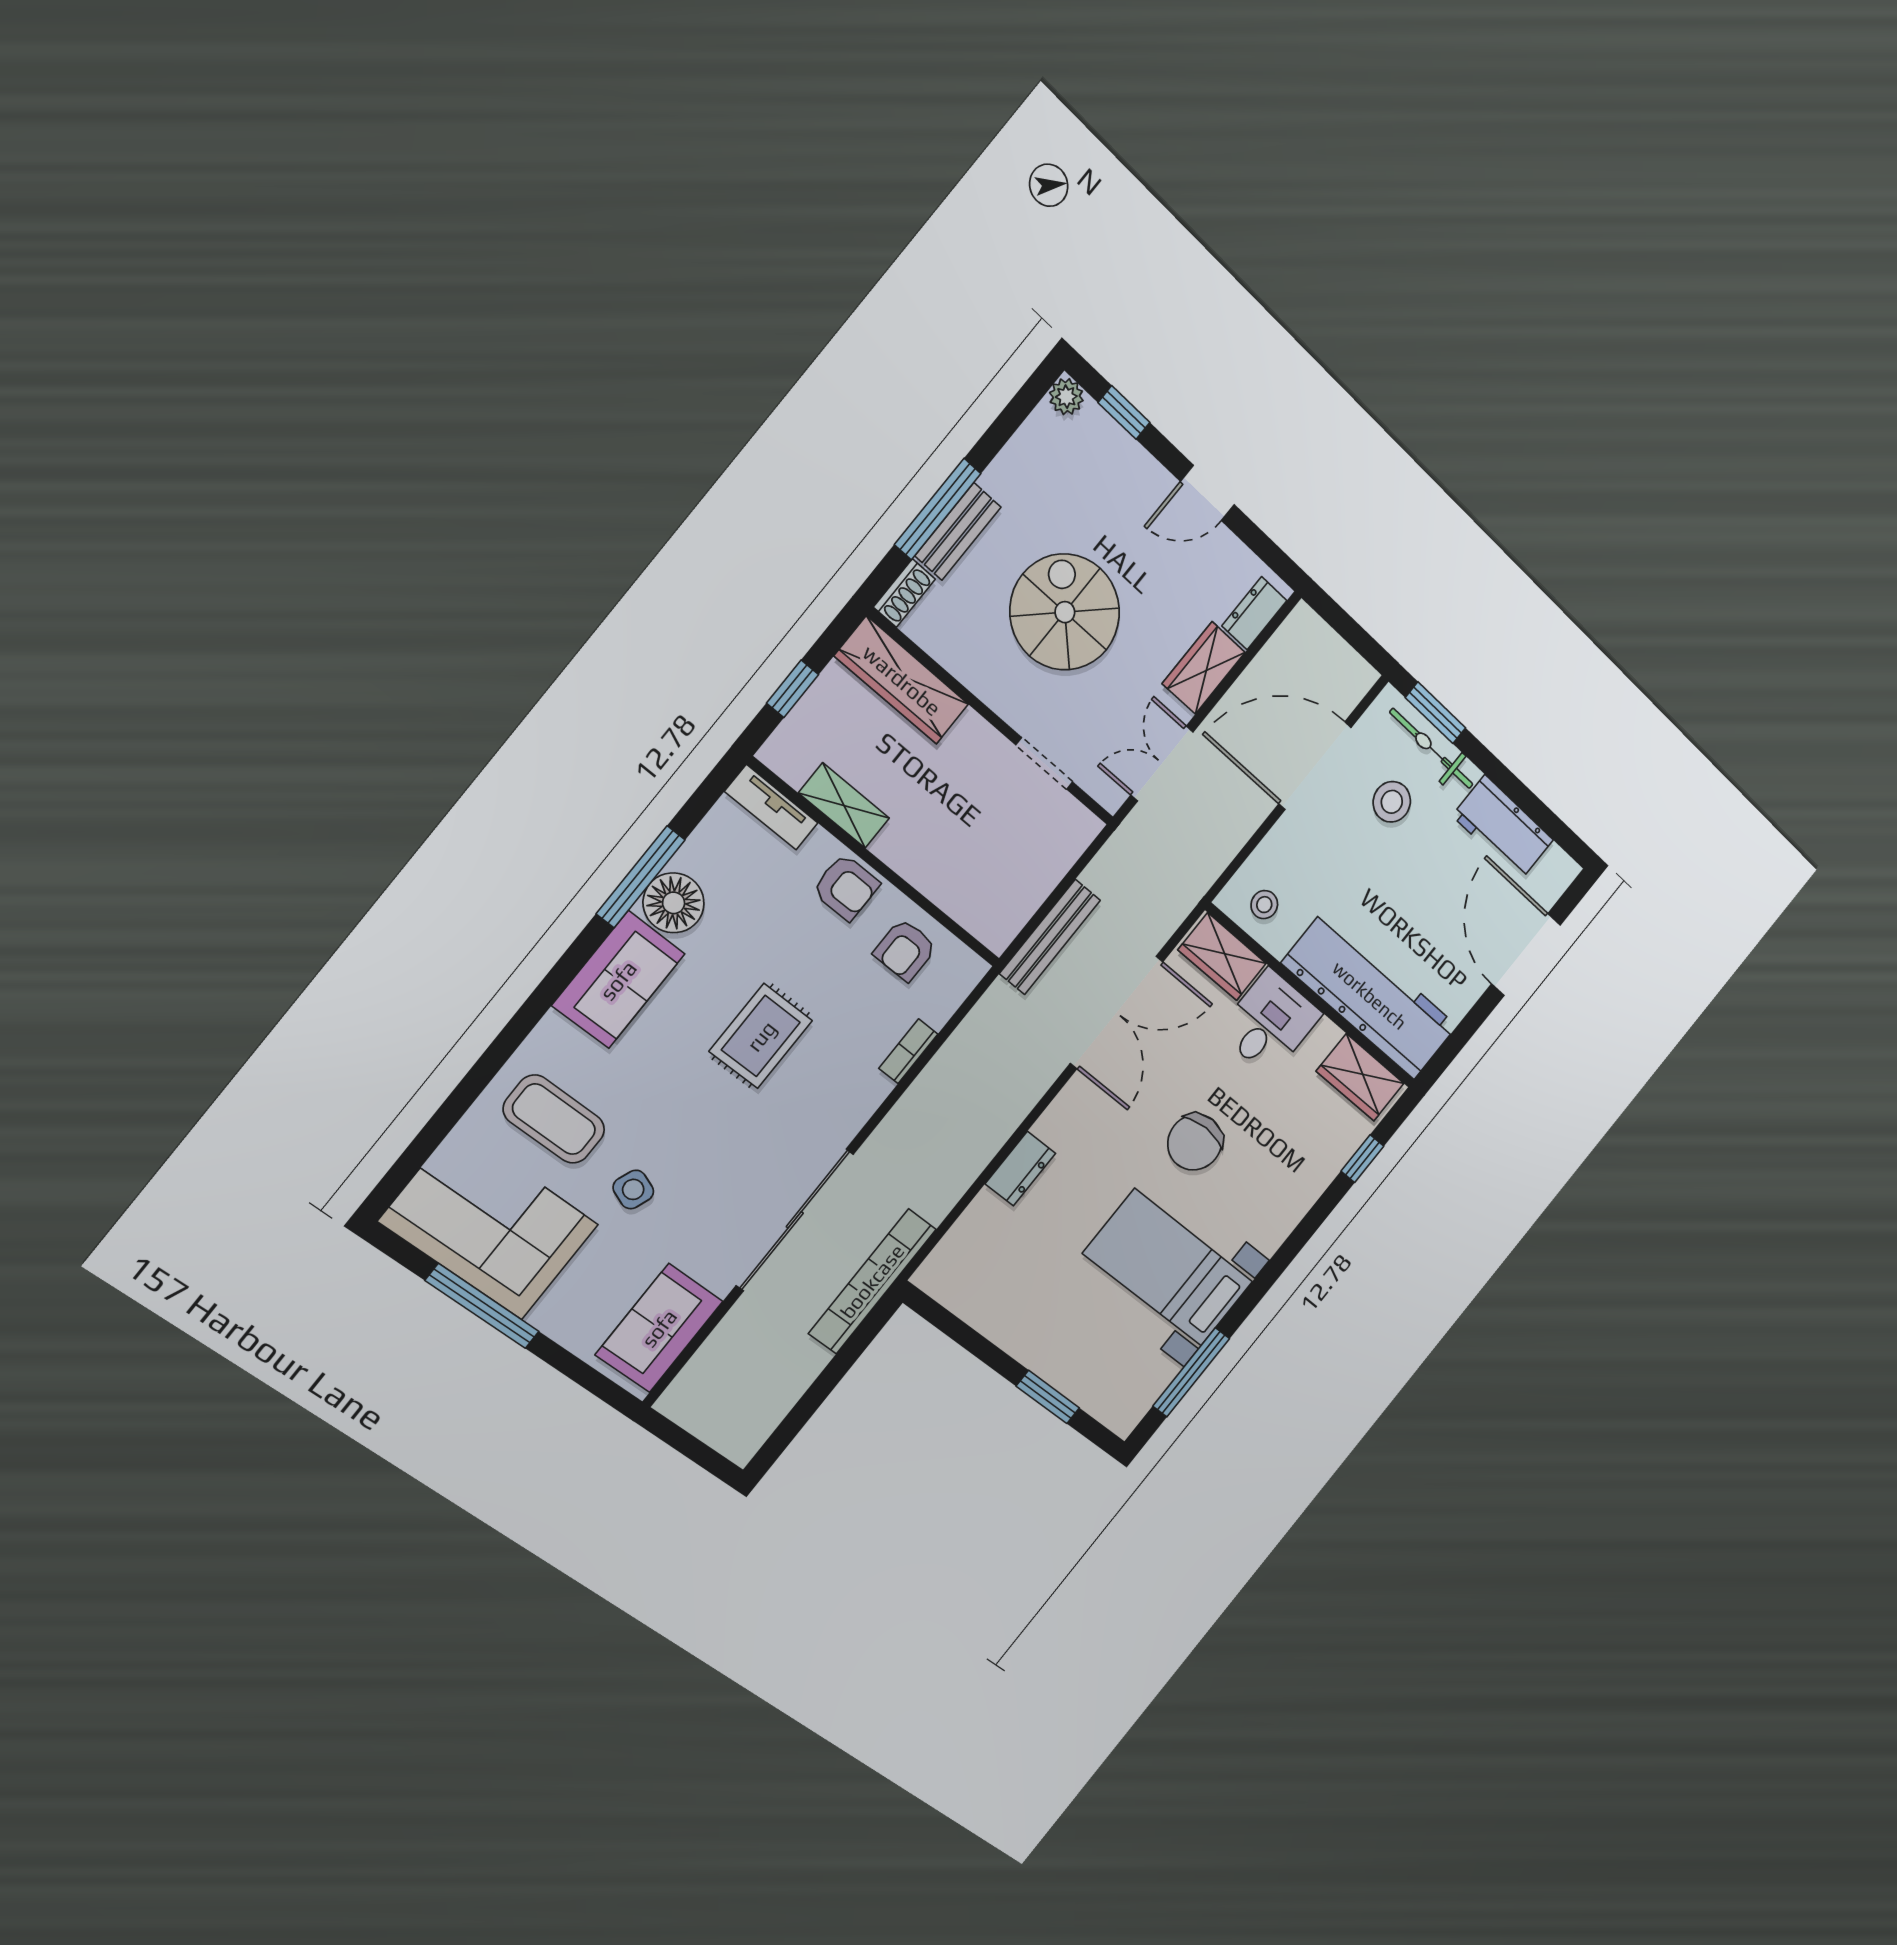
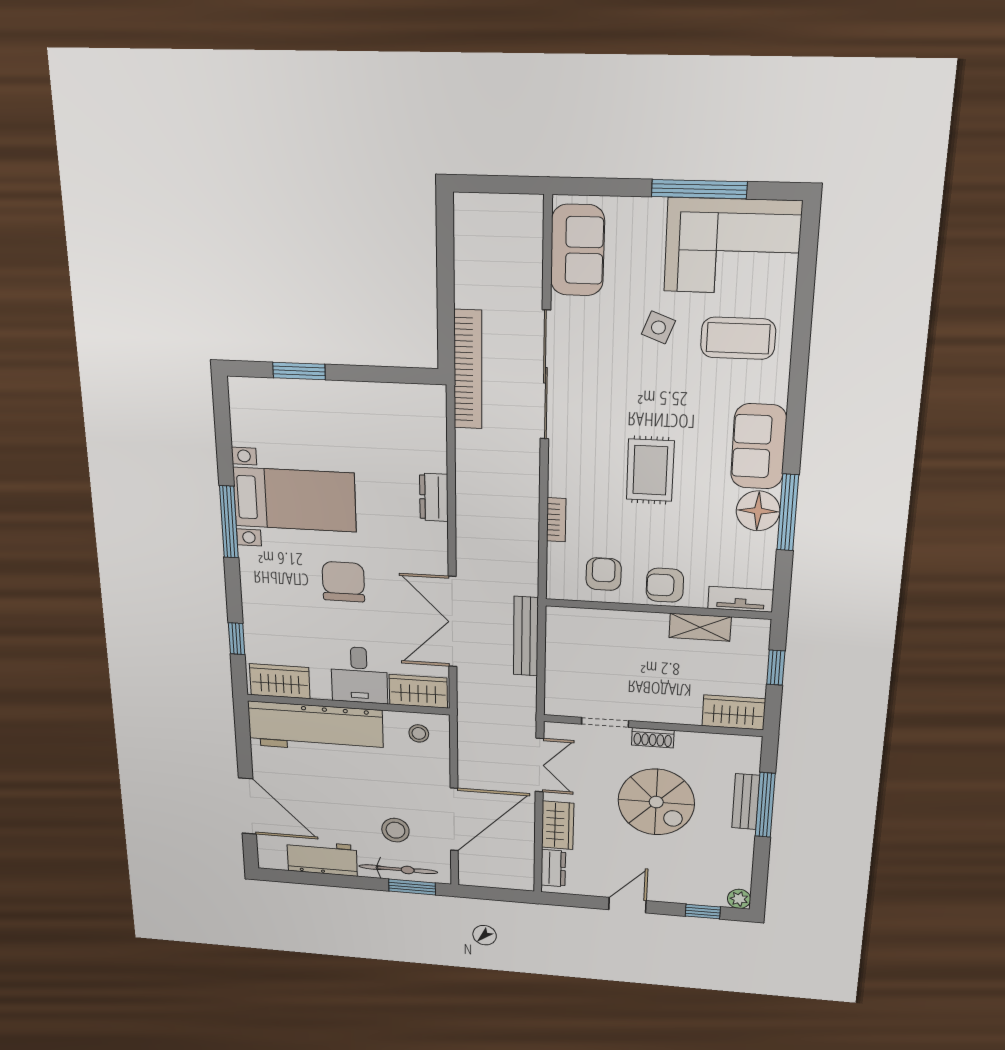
shoe rack: (904, 593) -> (653, 738), moved, turned -90
wardrobe: (902, 680) -> (734, 712), width x0.67
window: (1191, 1372) -> (229, 522), moved

